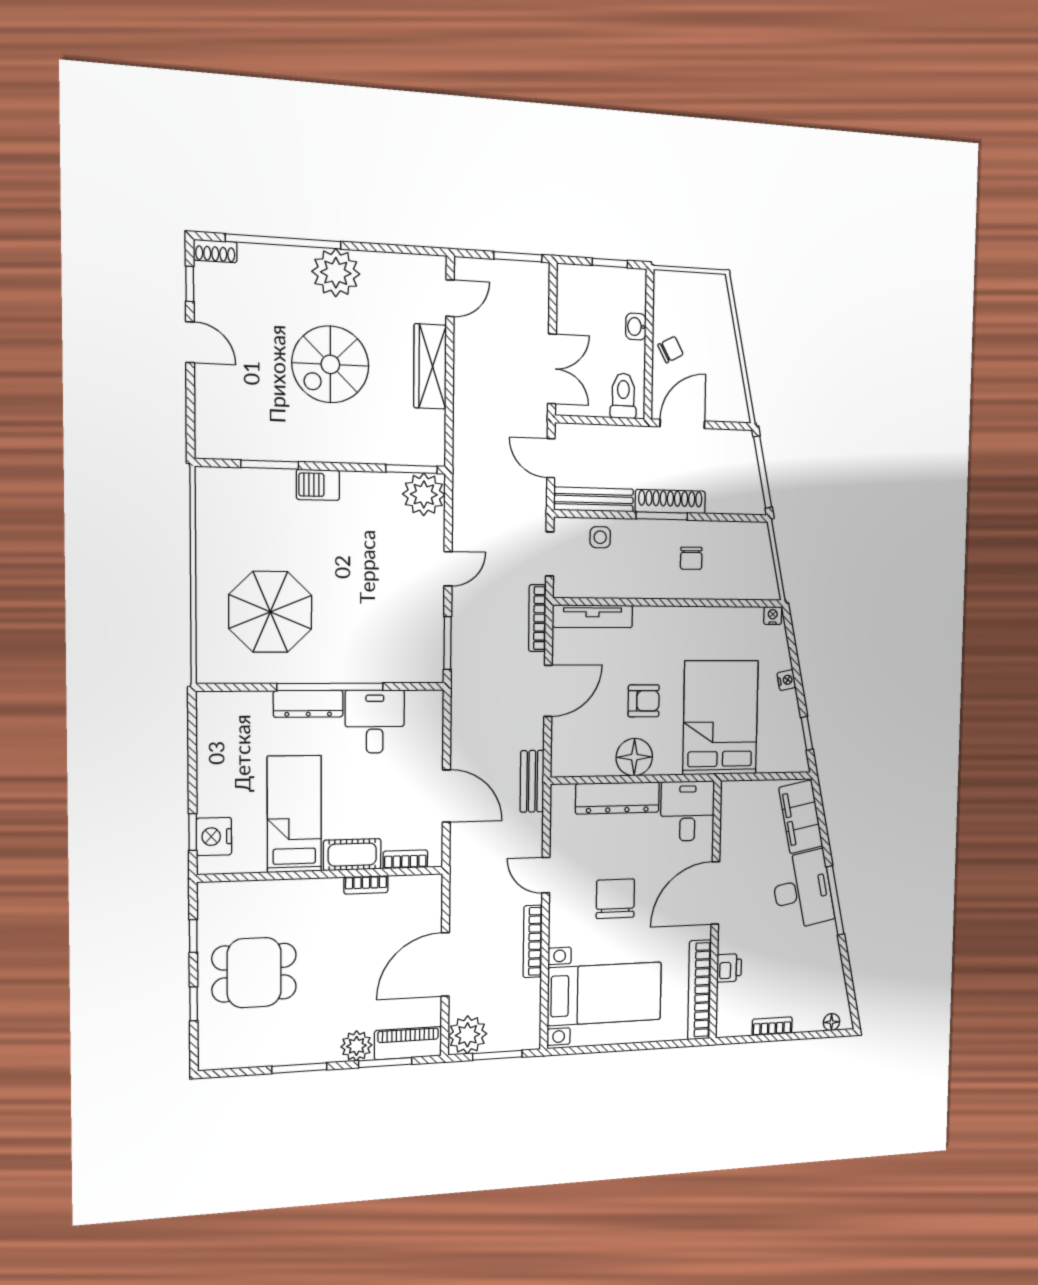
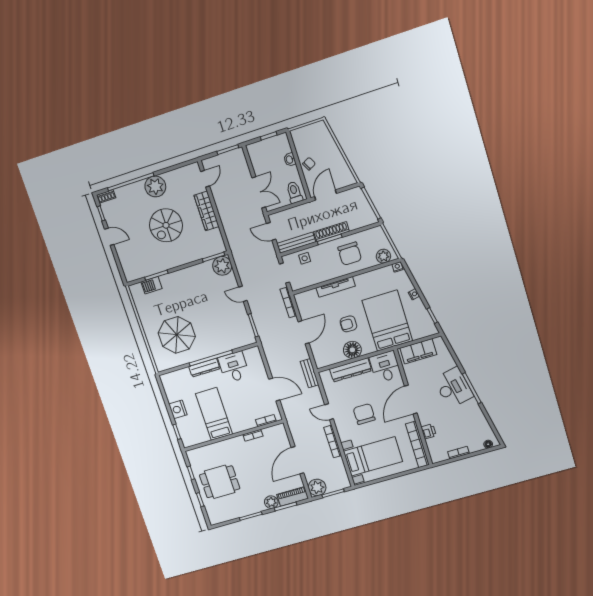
barbecue: (318, 485) -> (151, 285), moved
chair: (691, 558) -> (350, 254), width x1.87, depth x1.87
door: (448, 569) -> (243, 294), swing flipped
plant: (753, 585) -> (383, 256), added
tv unit: (593, 616) -> (336, 287), moved
armchair: (644, 701) -> (348, 324), turned 180
filing cabinet: (801, 817) -> (418, 351), moved, turned -78
nightstand: (214, 837) -> (178, 409), moved
cot: (352, 855) -> (243, 424), removed

